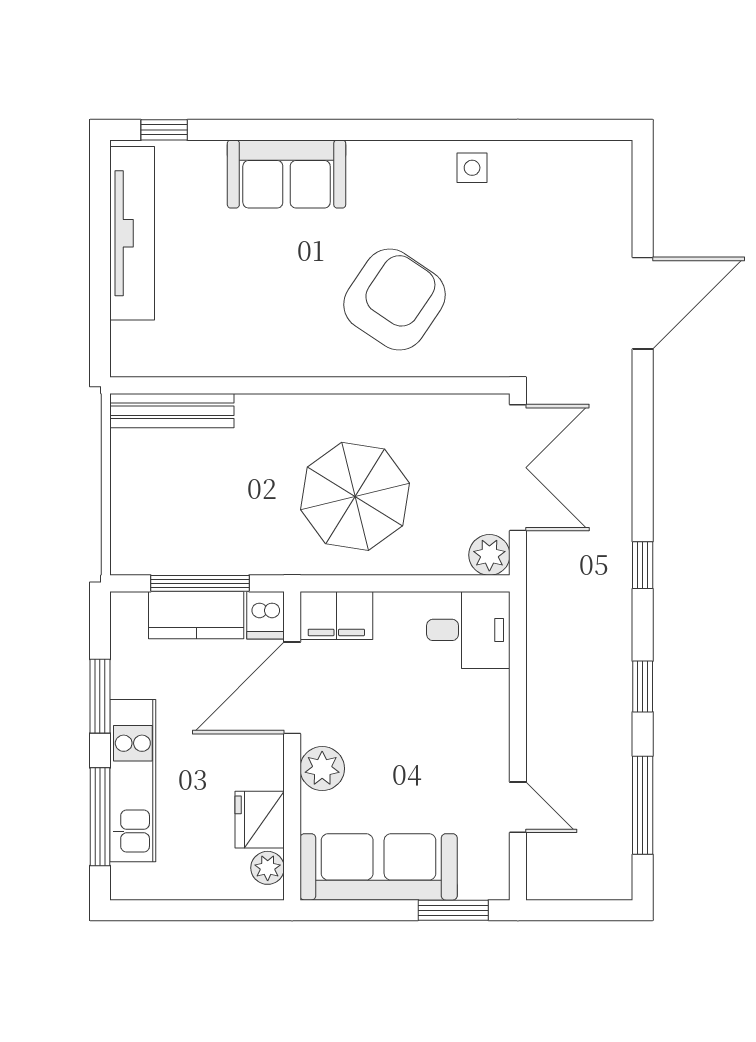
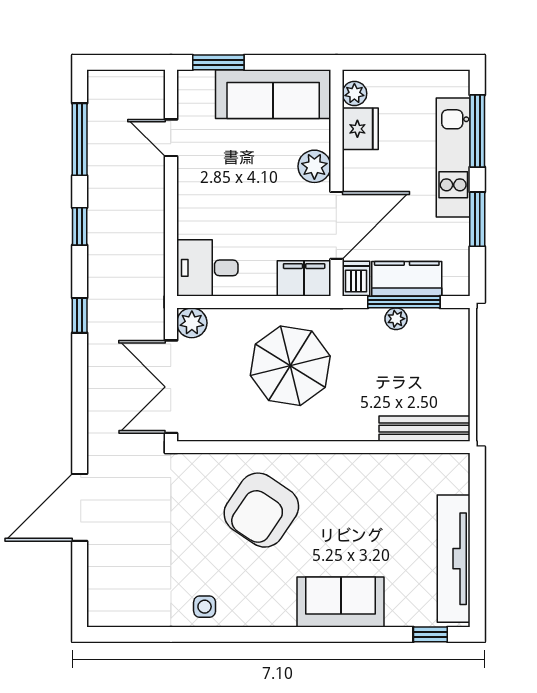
plant: (211, 561) -> (396, 319), added

